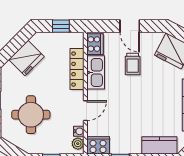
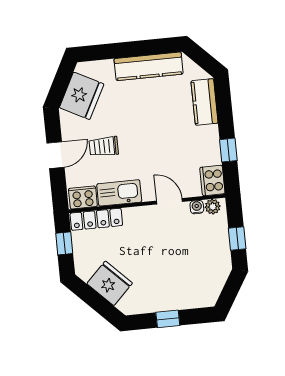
trolley: (133, 64) -> (104, 147), turned 180
locker: (77, 69) -> (96, 219), moved
round table: (31, 115) -> (182, 270), removed

